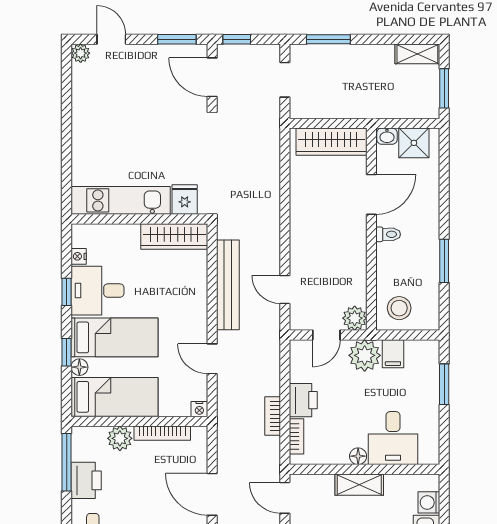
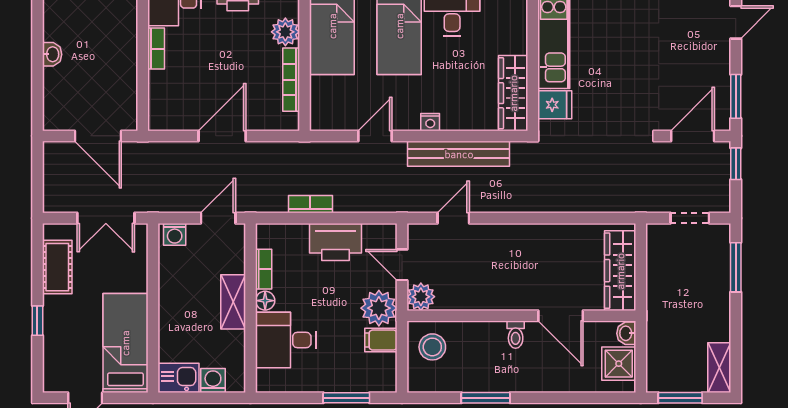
printer: (303, 400) -> (336, 242), width x1.37, depth x1.19
nightstand: (199, 409) -> (430, 122), moved, turned -90
bookcase: (297, 436) -> (264, 269), moved, turned -90

